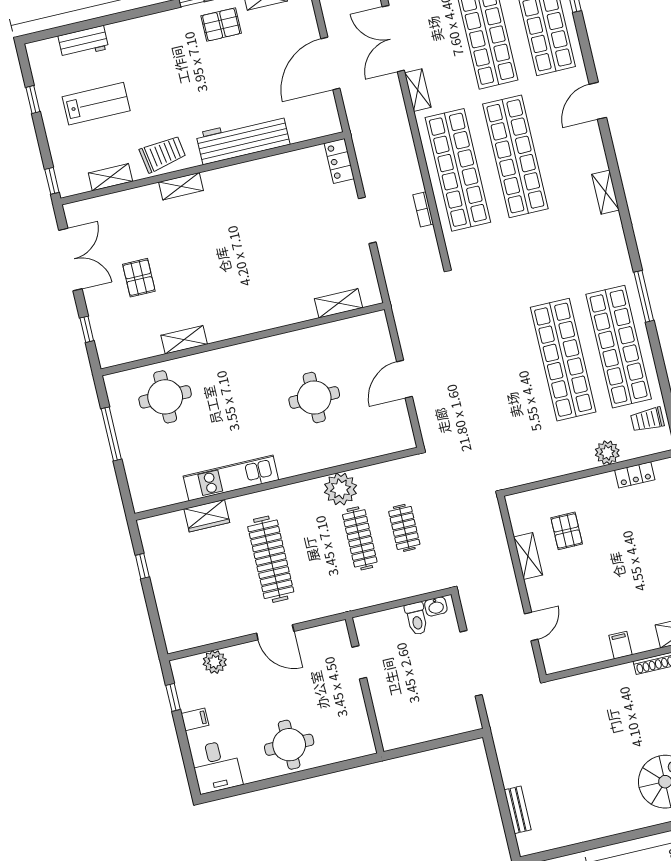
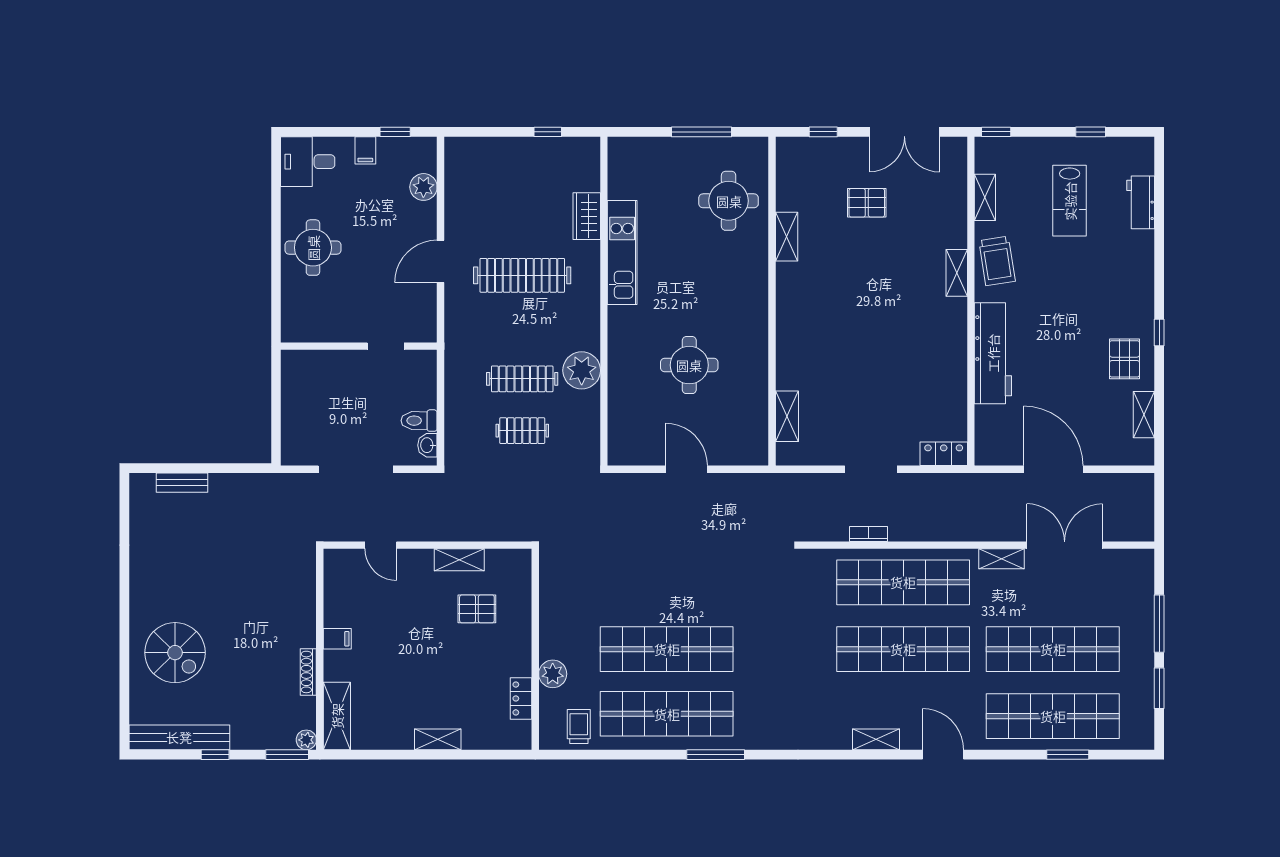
shelving: (605, 192) -> (876, 739), moved

